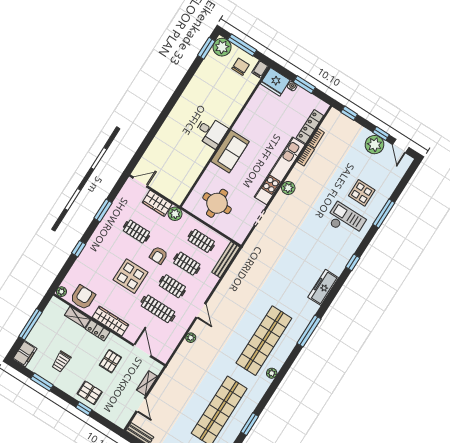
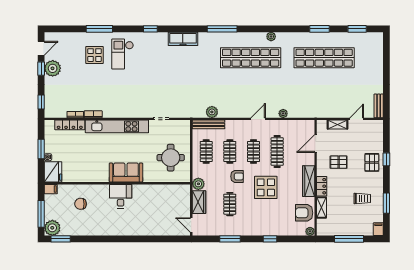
chair: (241, 67) -> (81, 204), moved
plant: (288, 188) -> (212, 112), moved
filing cabinet: (25, 354) -> (378, 229), width x0.50

